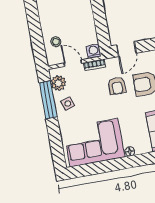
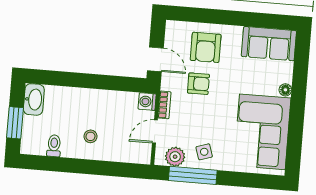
stool: (56, 42) -> (90, 136), moved

